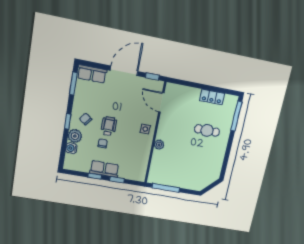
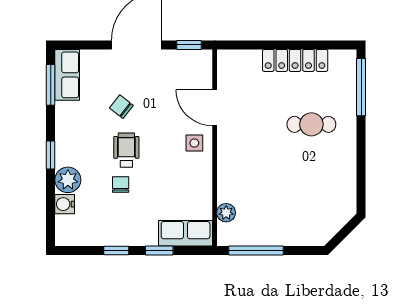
row of seats: (92, 74) -> (67, 75), moved, turned -90
locker: (212, 97) -> (295, 60), width x1.53
door: (161, 102) -> (215, 108), moved
chair: (86, 119) -> (121, 107), moved
plant: (159, 145) -> (226, 213), moved
row of seats: (104, 169) -> (186, 233), moved

